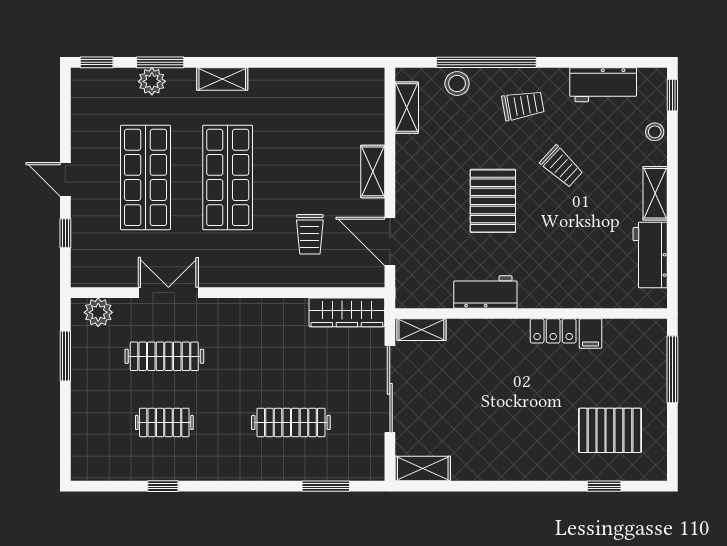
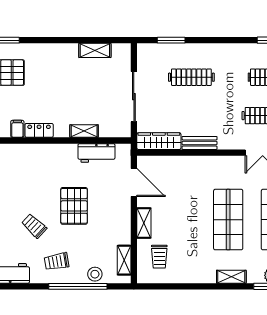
trolley: (310, 234) -> (159, 257), moved, turned 180
workbench: (485, 292) -> (96, 153), moved
bench: (277, 309) -> (199, 143), added
shelving: (421, 330) -> (84, 131), moved
shelving: (423, 469) -> (95, 50), moved

